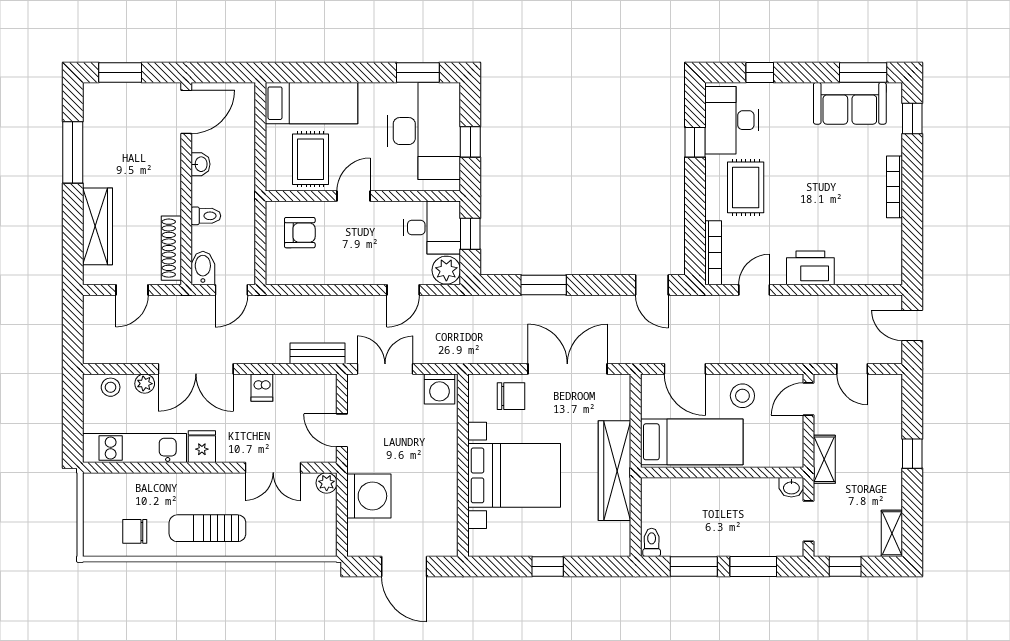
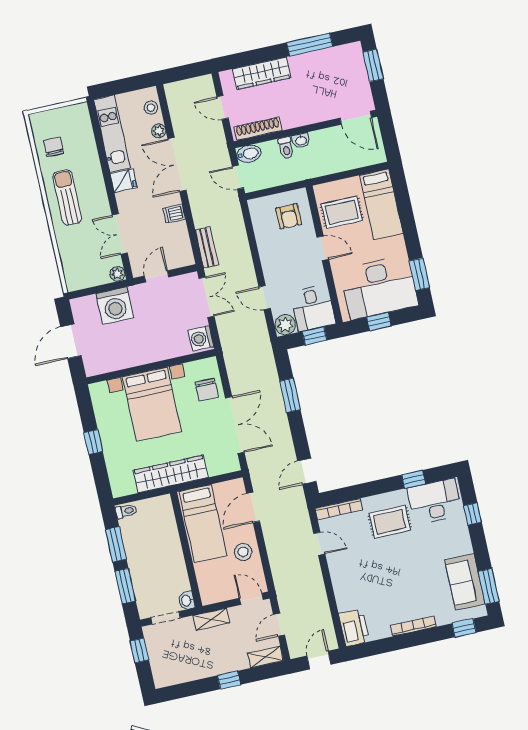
washbasin: (201, 164) -> (301, 141), moved
printer: (810, 268) -> (354, 628), moved
shelving: (892, 533) -> (265, 657), moved

